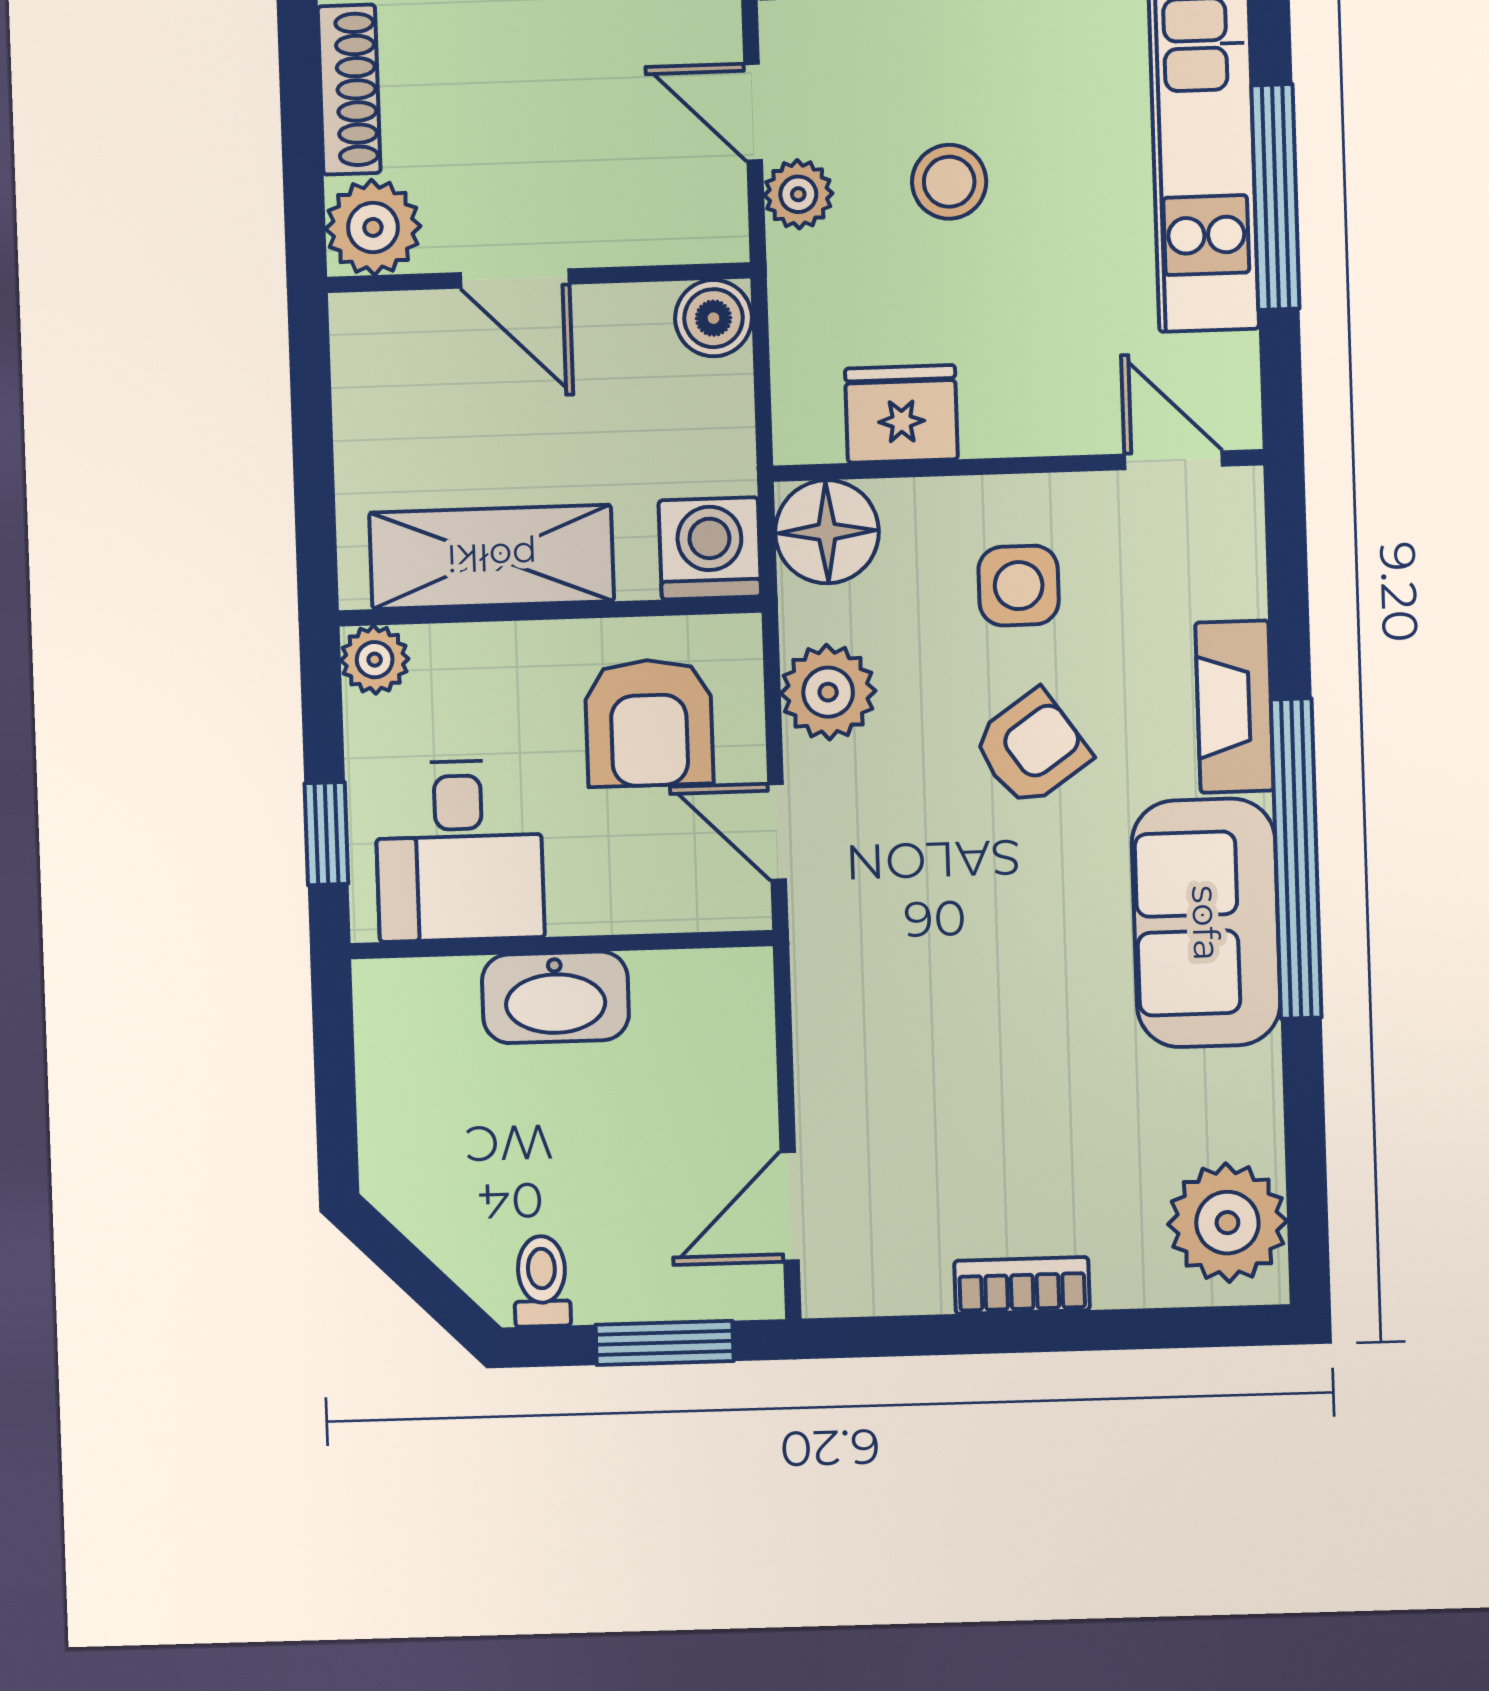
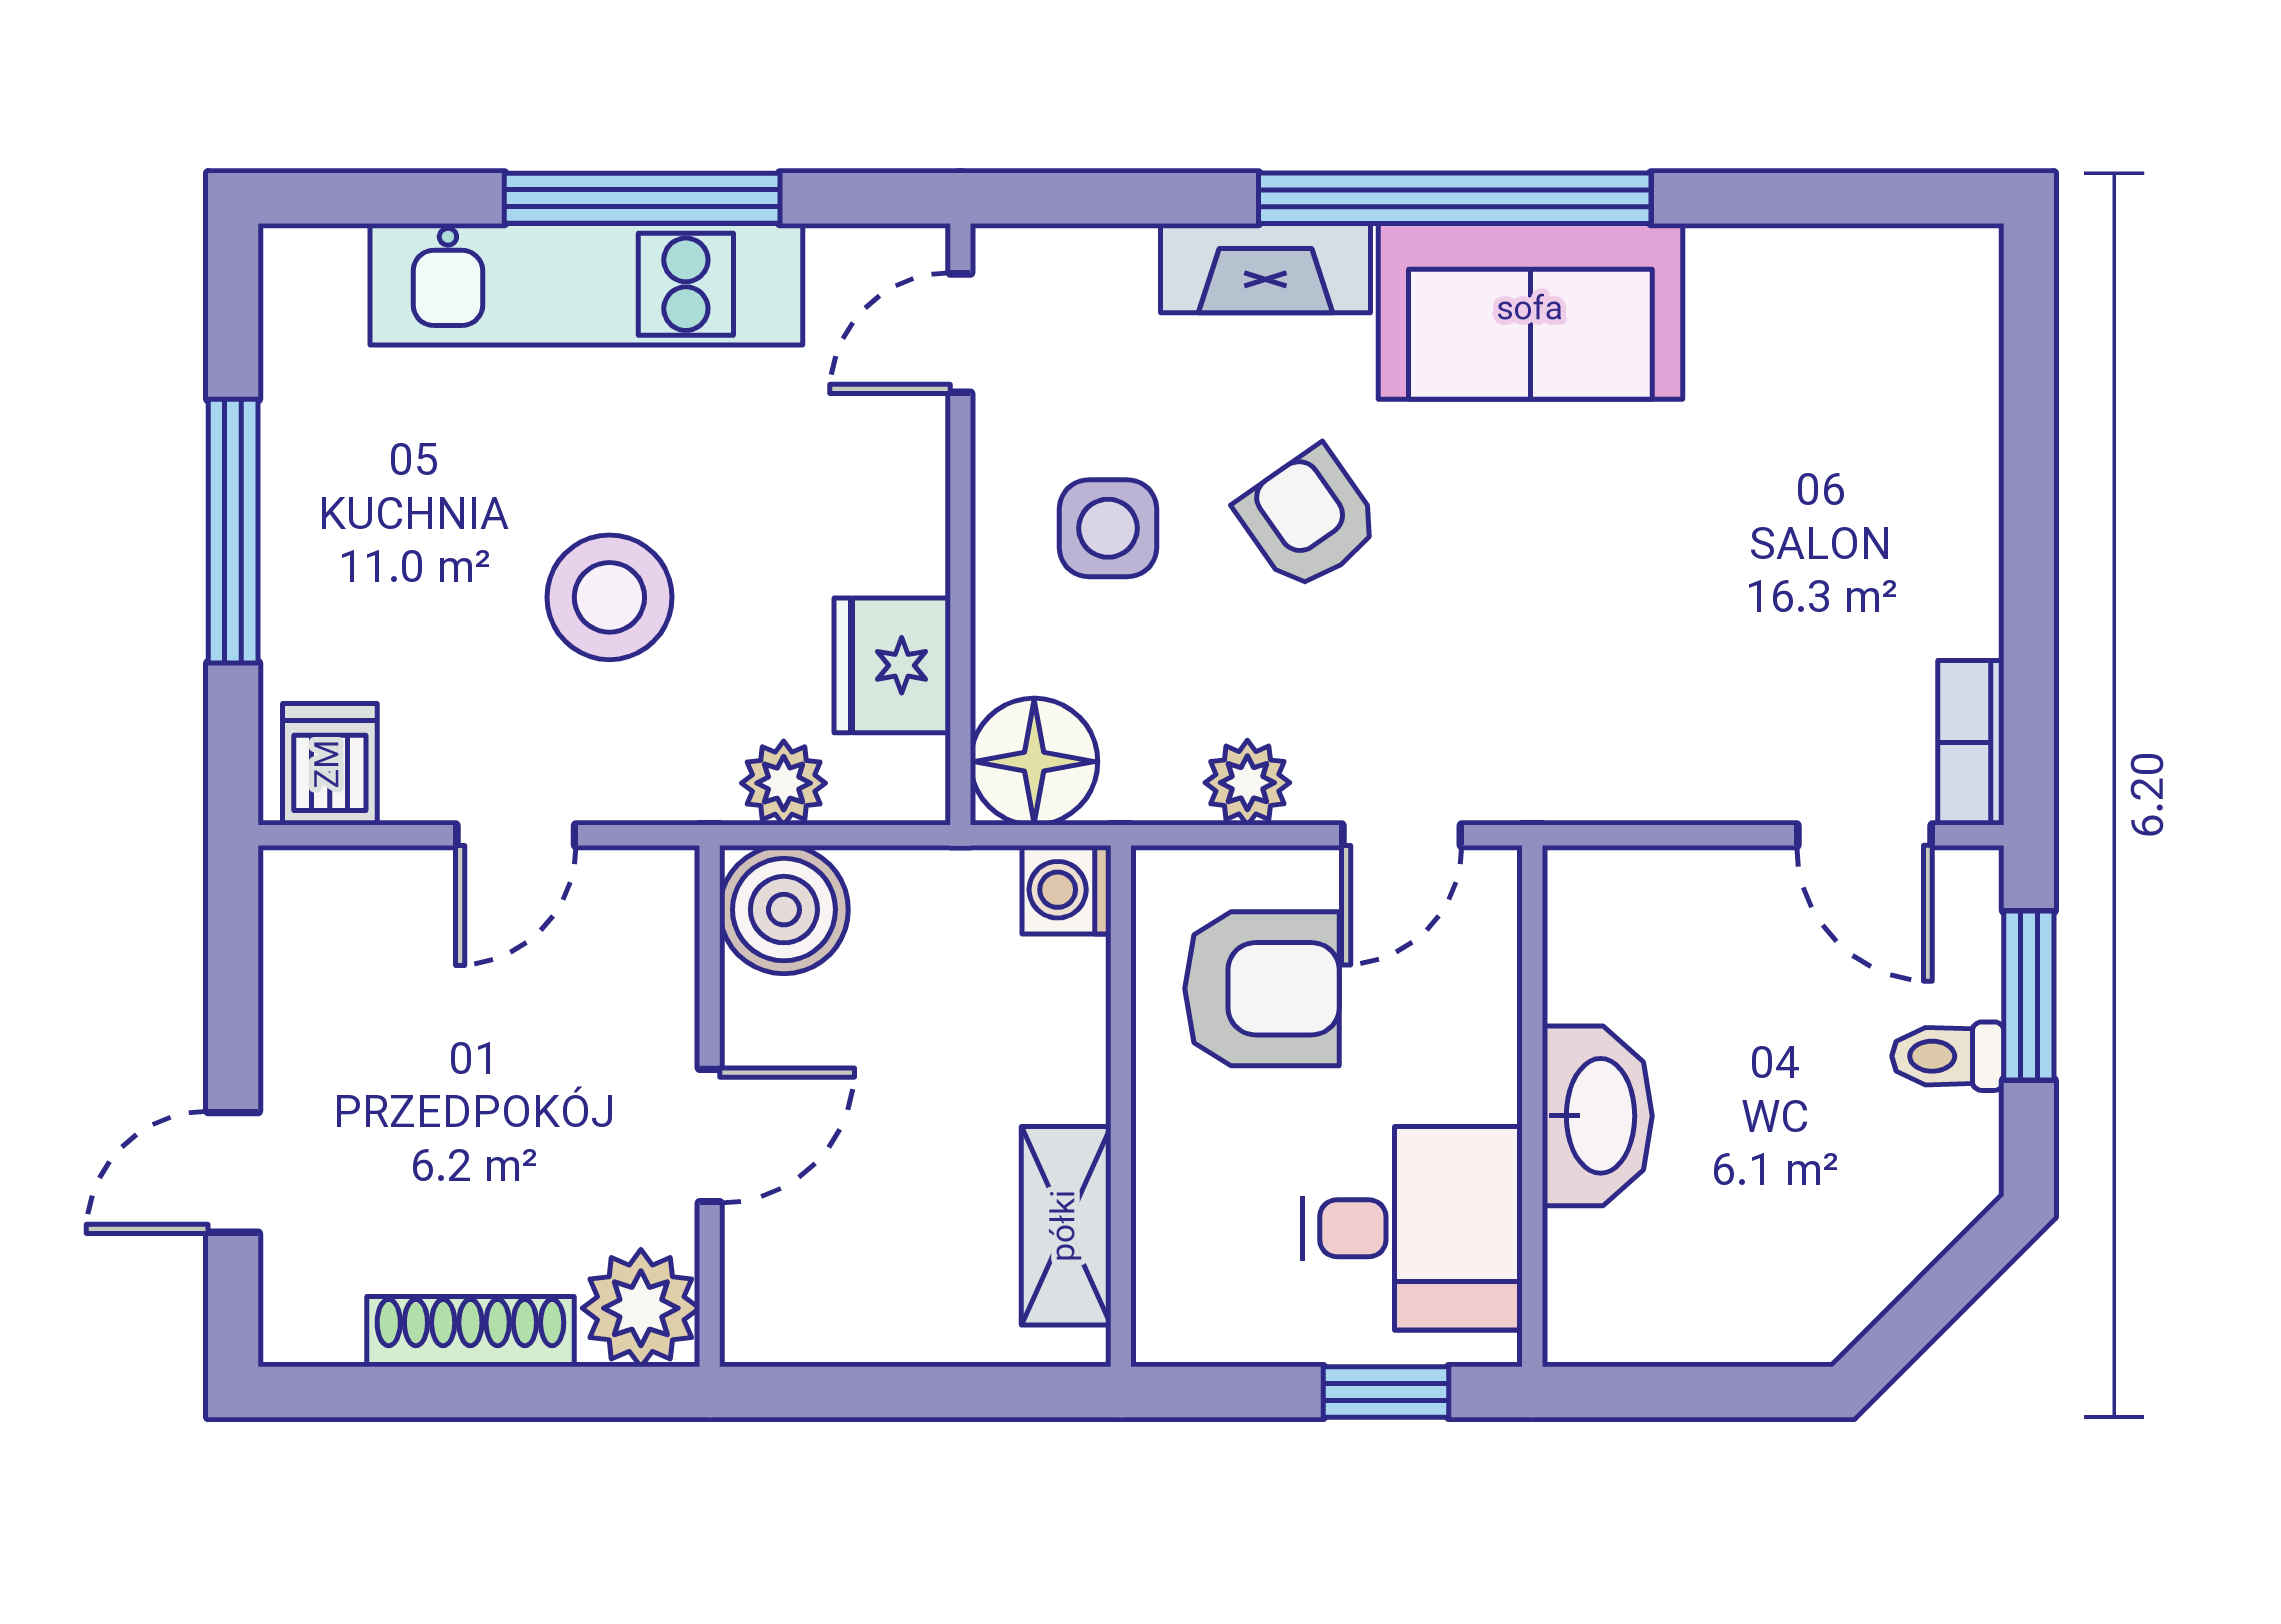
stool: (949, 182) -> (609, 597), width x1.38, depth x1.38
plant: (798, 194) -> (784, 783), moved
boiler: (713, 318) -> (784, 910), width x1.36, depth x1.36
washing machine: (710, 548) -> (1067, 890), width x0.73, depth x0.73
shelving: (492, 557) -> (1066, 1226), width x0.67, depth x0.75
plant: (375, 660) -> (1173, 1325), removed
plant: (828, 692) -> (1247, 783), width x0.73, depth x0.73
plant: (1227, 1223) -> (1901, 297), removed
toilet: (542, 1281) -> (1948, 1056), moved
bookcase: (1022, 1285) -> (1971, 743), moved

